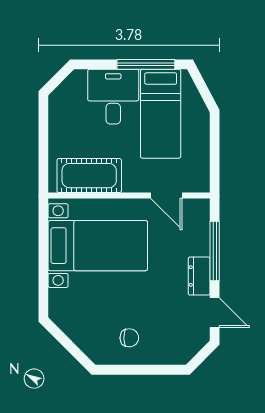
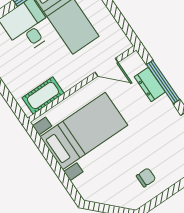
cot: (89, 176) -> (43, 96), width x0.73, depth x0.75
dresser: (199, 276) -> (150, 84), moved

